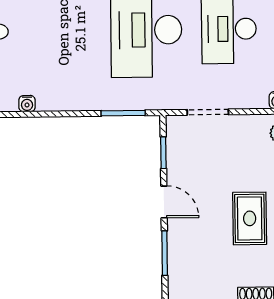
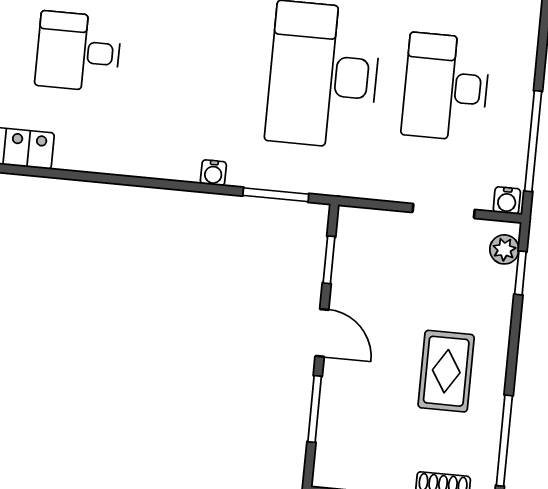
water cooler: (27, 104) -> (213, 173), moved
doorway: (208, 112) -> (444, 211), moved

